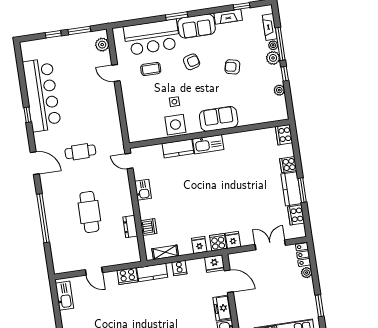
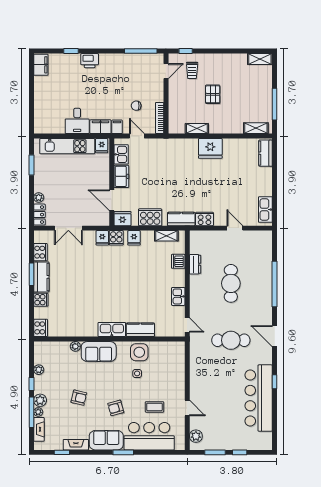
plant: (244, 121) -> (75, 346), added
cafe table: (80, 152) -> (231, 340), width x1.37, depth x1.35
cooker: (179, 268) -> (150, 217), width x1.87, depth x1.31

